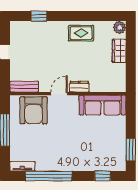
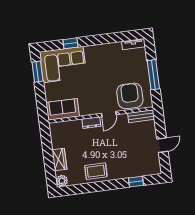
sofa: (103, 105) -> (63, 109), width x0.73
corner sofa: (102, 154) -> (63, 64), added
window: (49, 176) -> (109, 38), removed
window: (103, 176) -> (70, 43), moved

